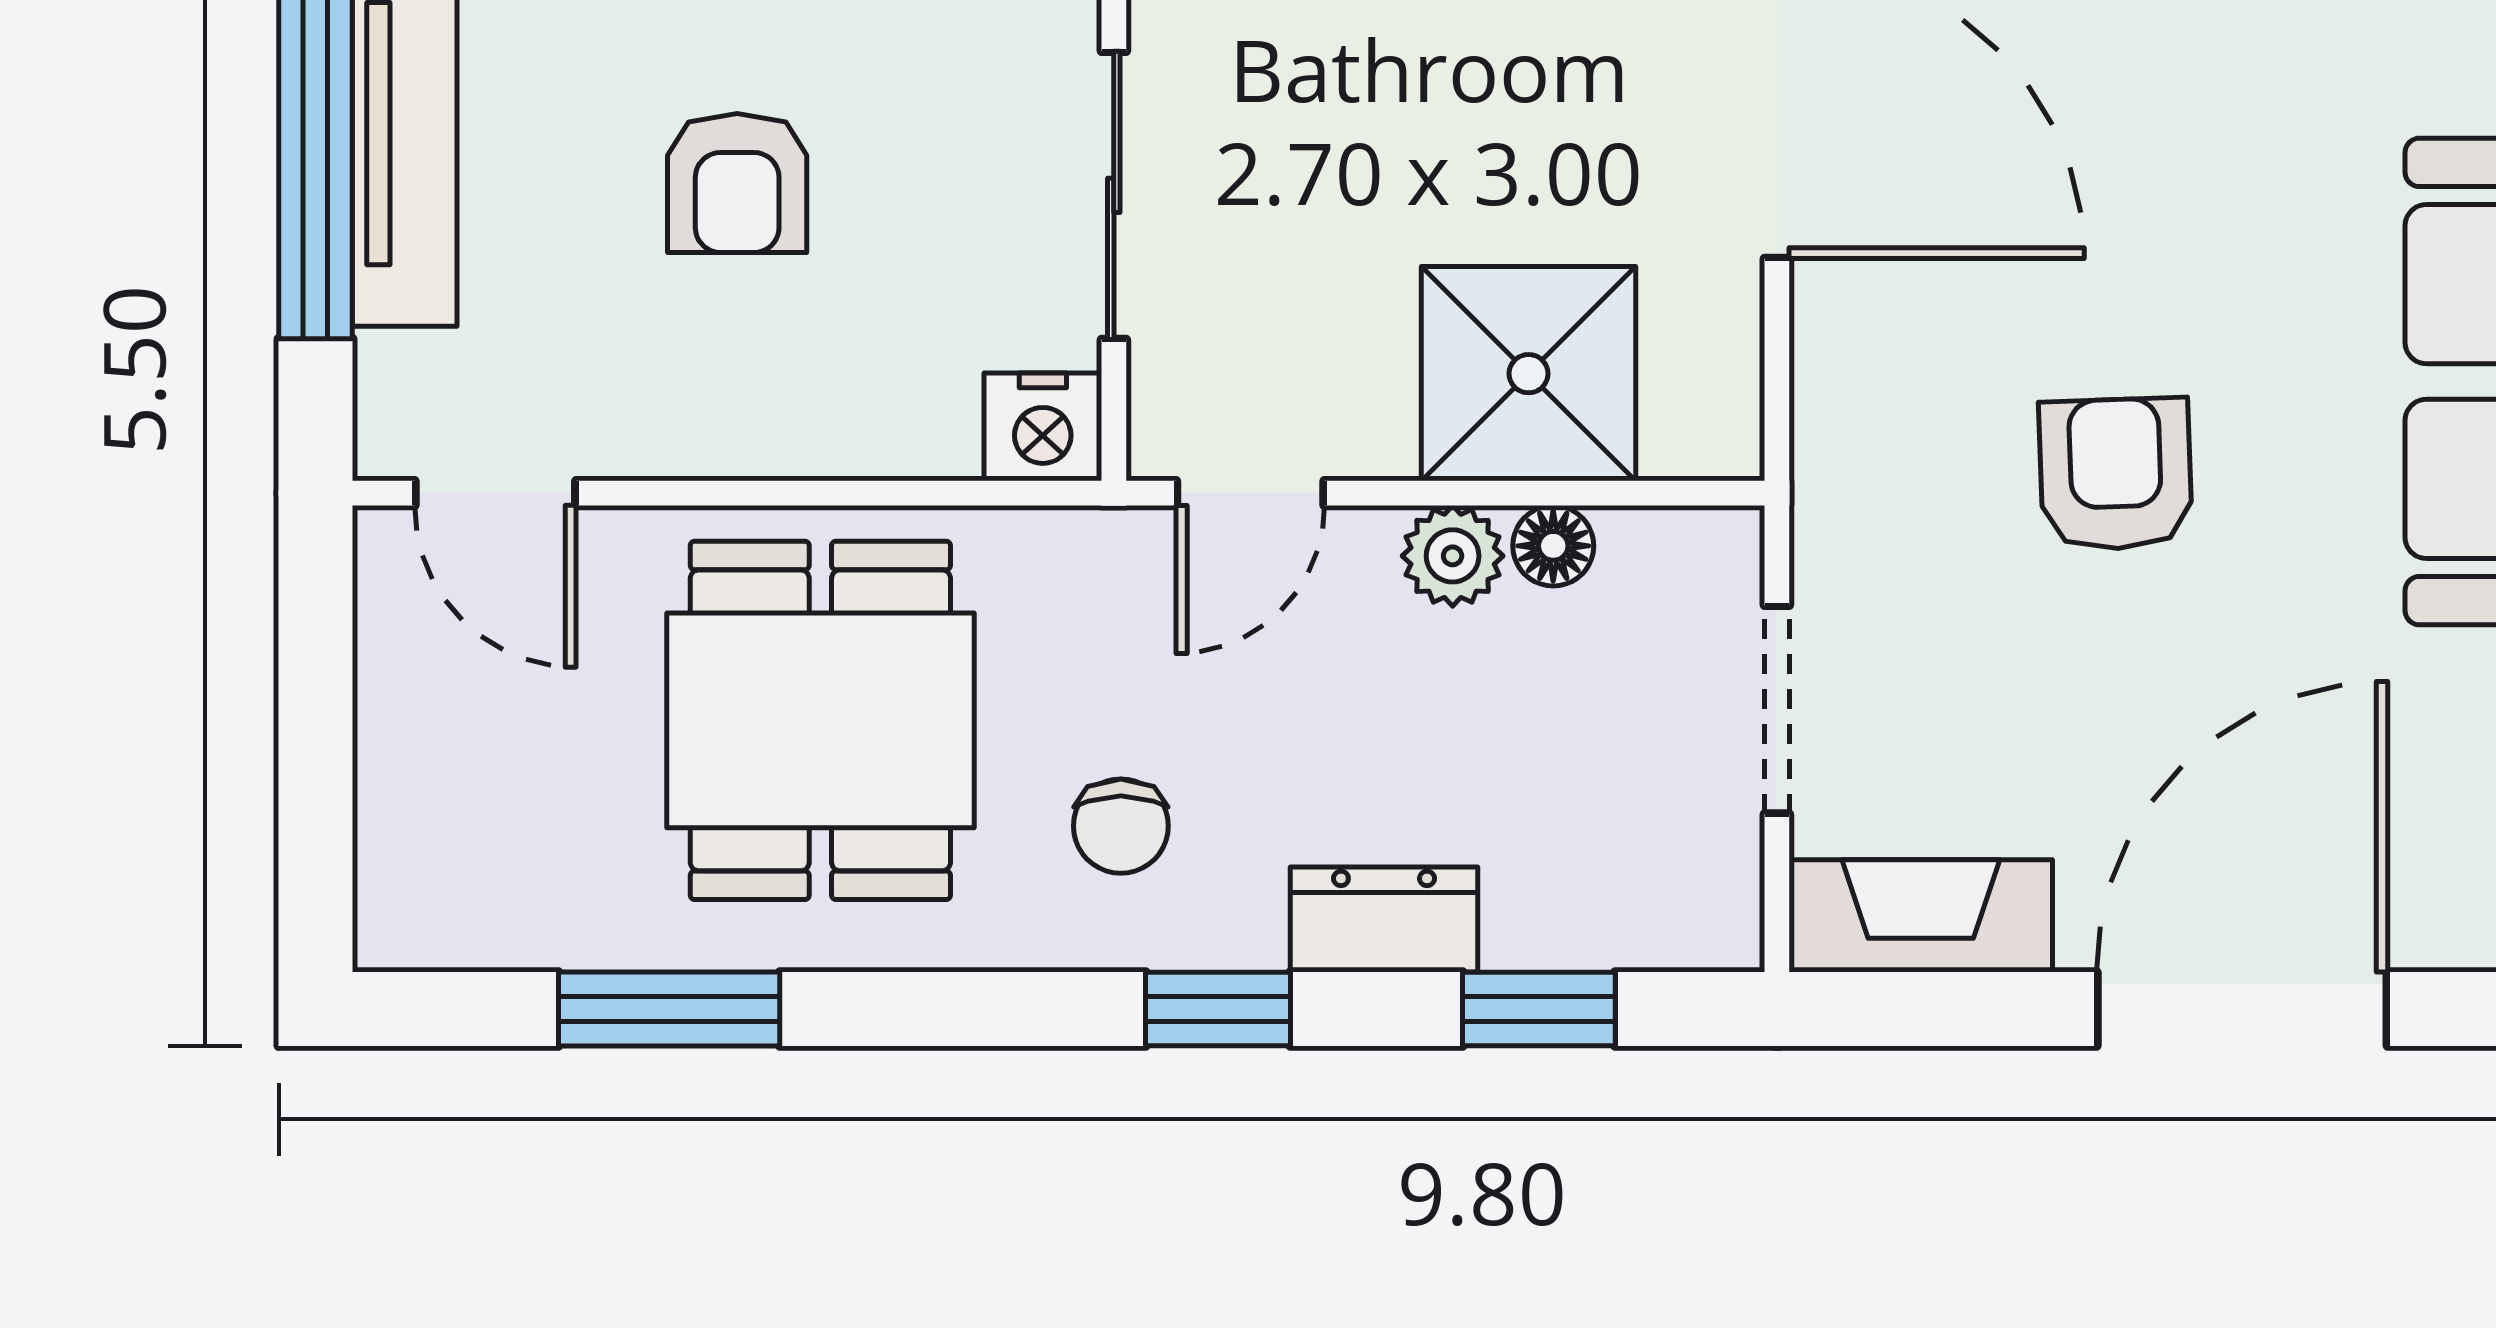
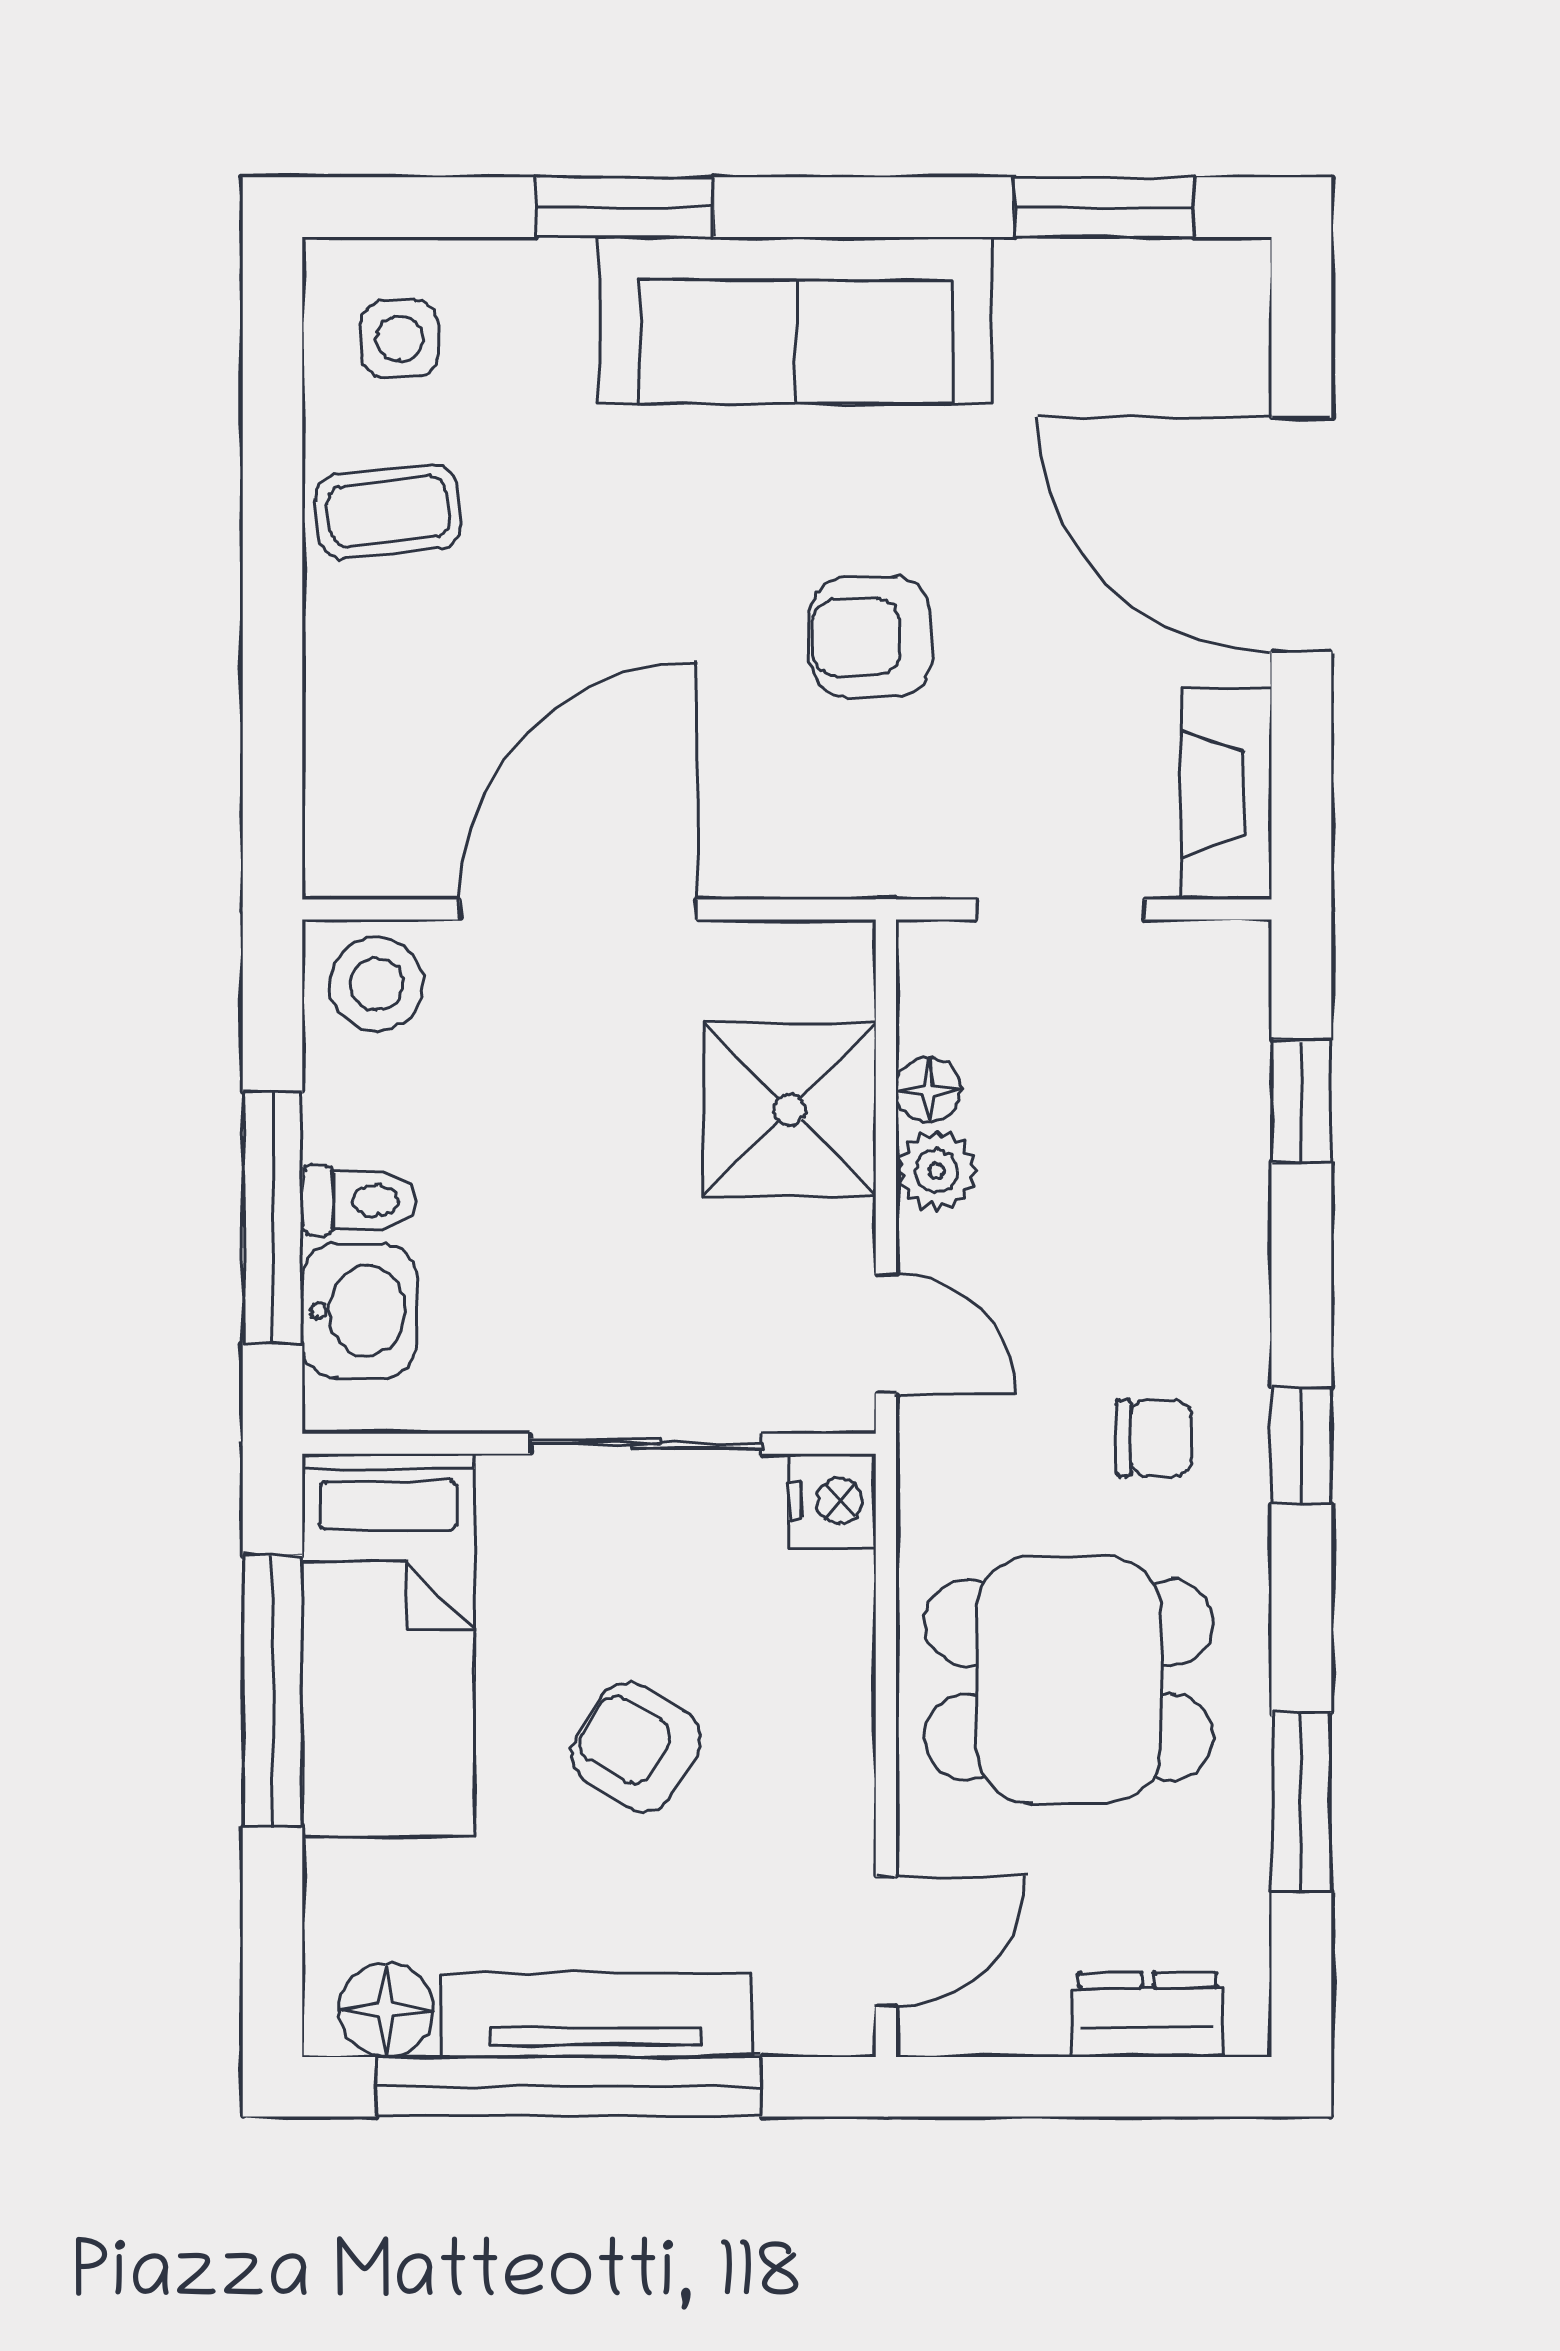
armchair: (737, 183) -> (636, 1747), turned -149
dresser: (1384, 919) -> (1147, 2015), moved, turned 90
window: (1218, 1009) -> (1301, 1445), moved

